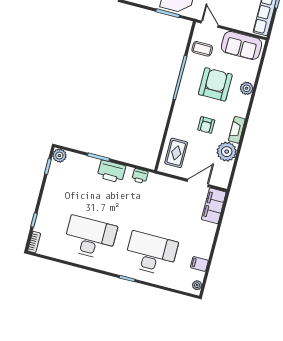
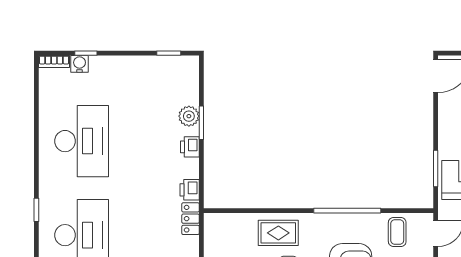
rug: (176, 153) -> (278, 233), moved
plant: (59, 156) -> (189, 116), moved
printer: (111, 171) -> (190, 147), width x0.53, depth x0.68
locker: (159, 180) -> (191, 219), added
water cooler: (40, 226) -> (80, 64), added

